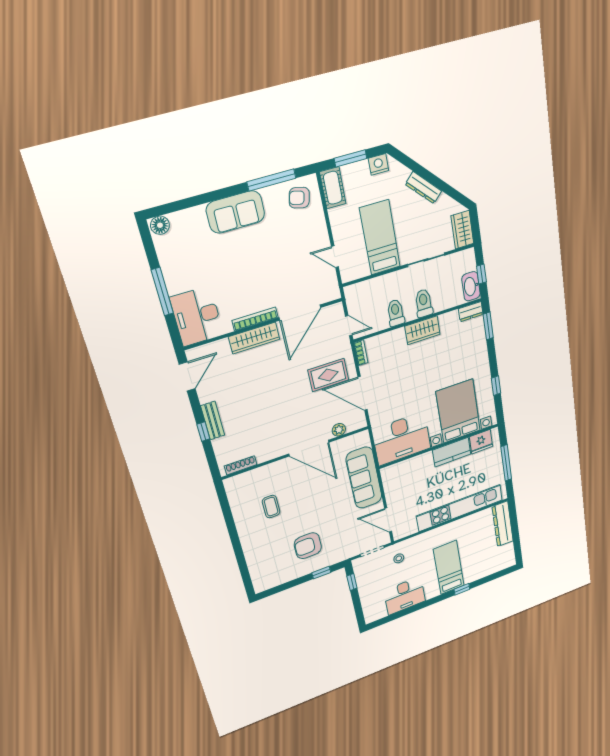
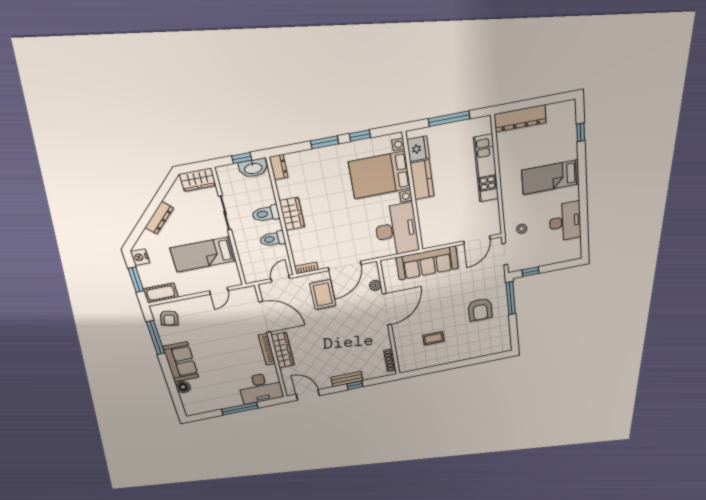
floor lamp: (160, 225) -> (183, 387), moved
window: (488, 326) -> (325, 142), moved
kitchen unit: (460, 508) -> (486, 168), width x0.73
window: (321, 573) -> (511, 298), width x2.17
window: (462, 589) -> (581, 132), moved

